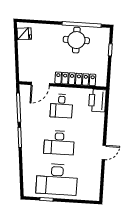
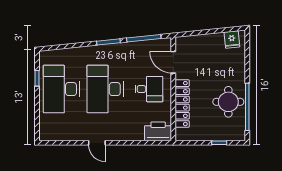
desk: (61, 106) -> (149, 89), turned 180
desk: (59, 143) -> (105, 89), width x1.36, depth x1.30

